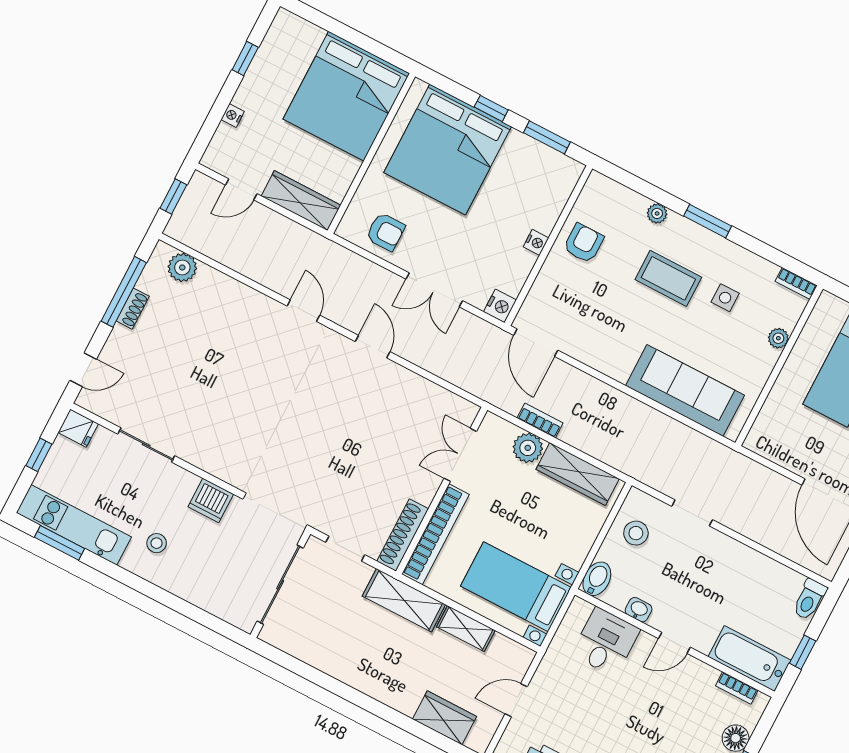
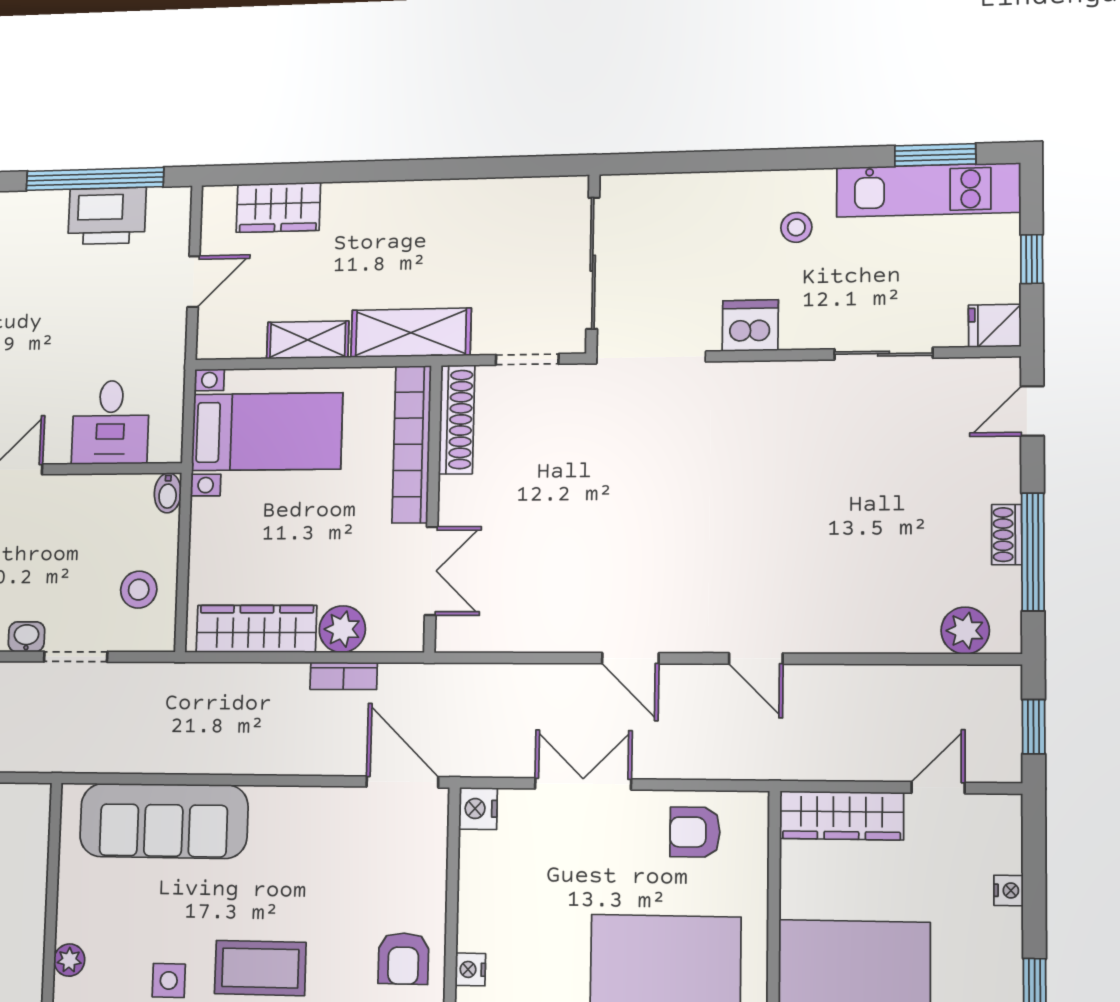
nightstand: (536, 242) -> (470, 969), moved
bidet: (597, 579) -> (168, 493), width x0.72, depth x0.74
washbasin: (639, 610) -> (26, 637), moved, turned 180

